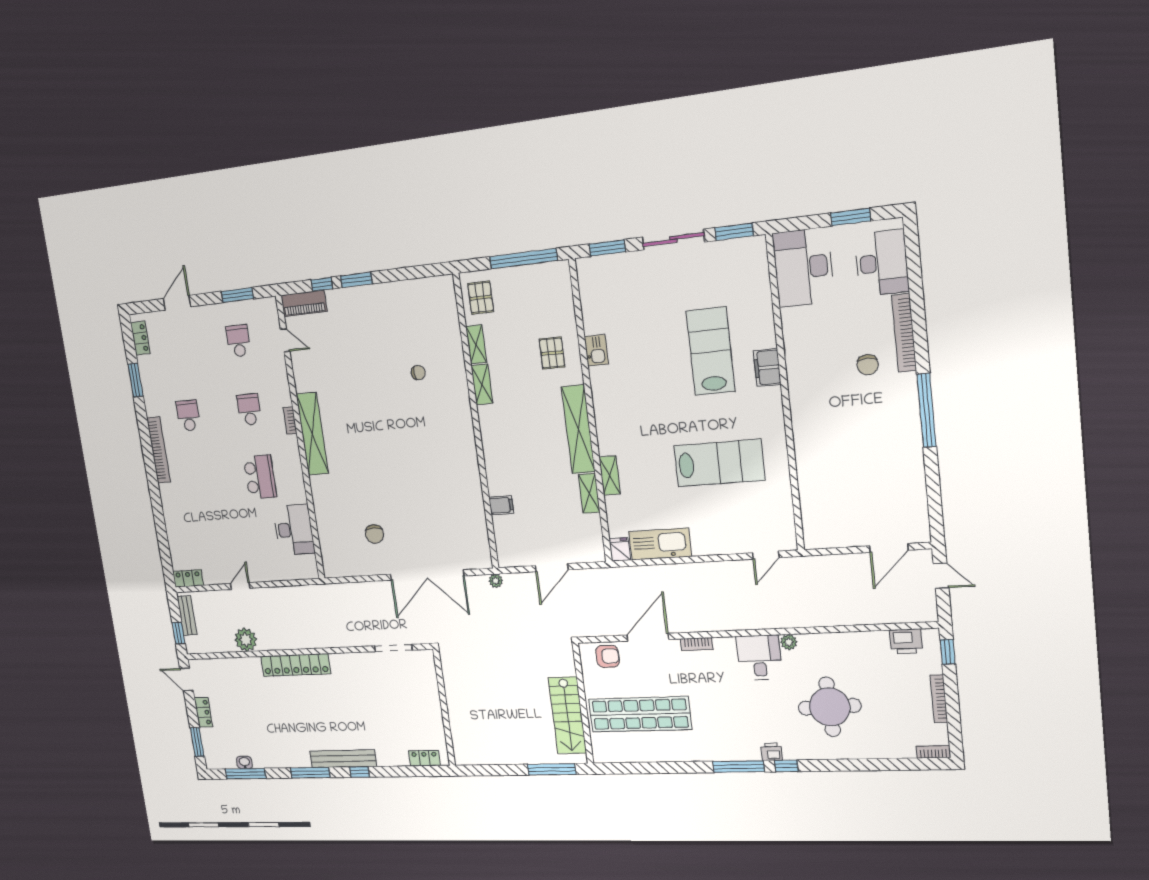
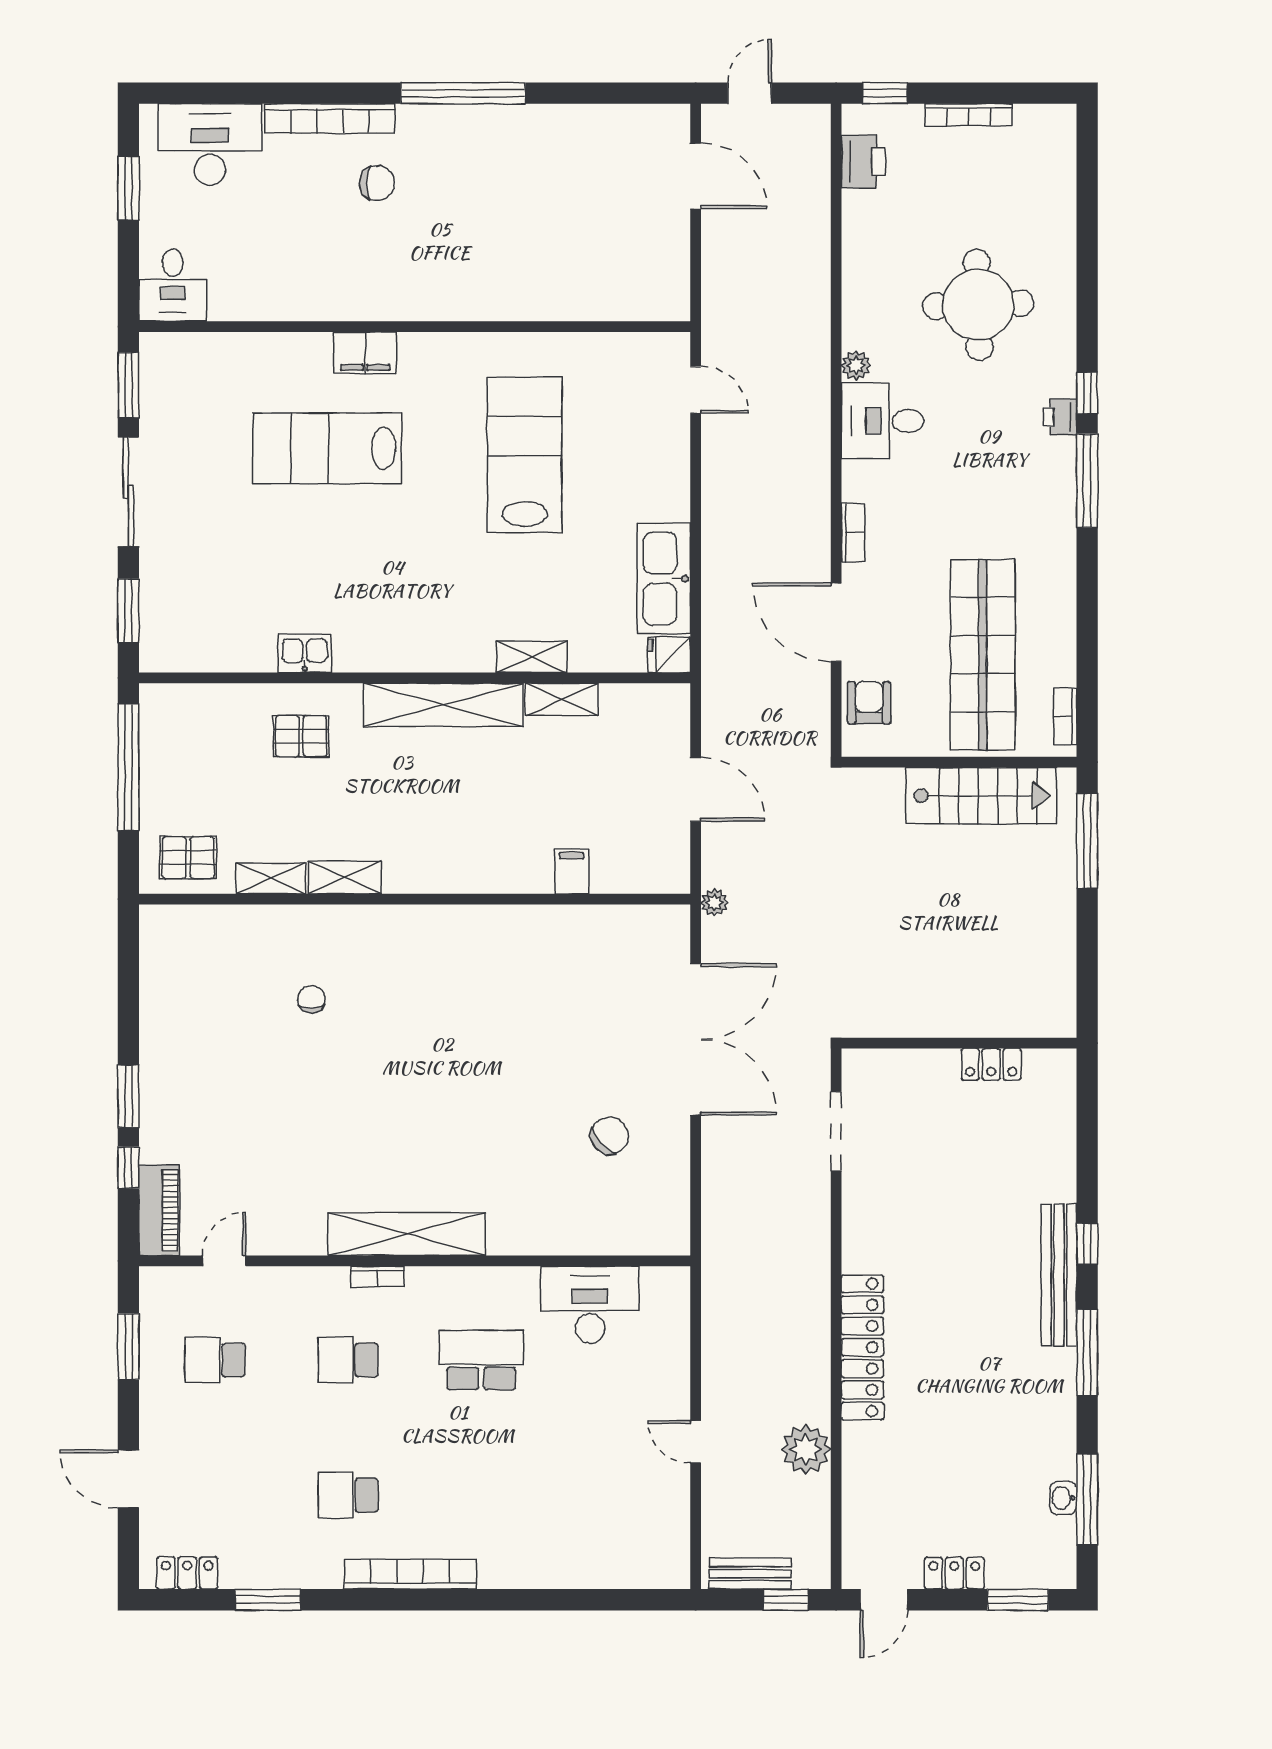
desk: (803, 267) -> (173, 285), width x0.53, depth x0.77
chair: (374, 534) -> (610, 1136), turned -42
locker: (188, 578) -> (674, 1557), removed
bookcase: (933, 752) -> (1065, 716), moved
locker: (424, 758) -> (991, 1064), moved, turned -90

